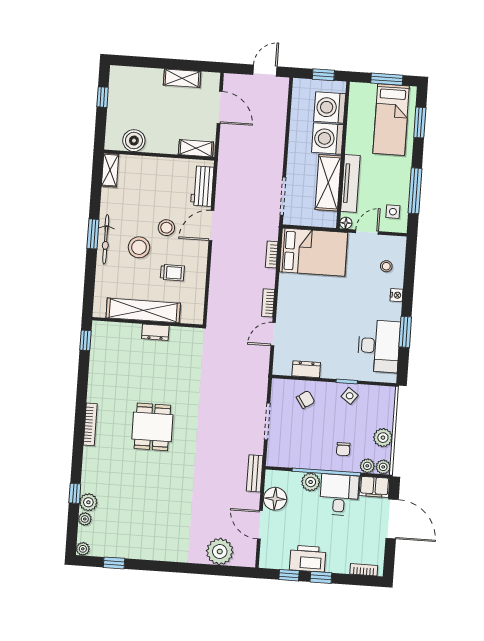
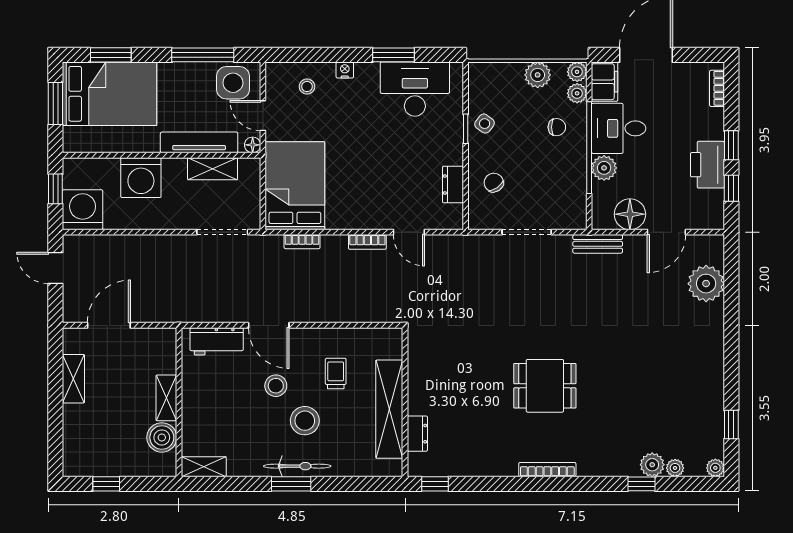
washing machine: (330, 107) -> (83, 210), moved, turned 180
bed: (391, 120) -> (110, 94), width x1.50
shelving: (196, 148) -> (166, 398), moved
shelving: (328, 183) -> (213, 169), width x0.67, depth x0.75
side table: (393, 212) -> (233, 83), width x1.87, depth x1.87
dresser: (155, 332) -> (417, 434), moved

